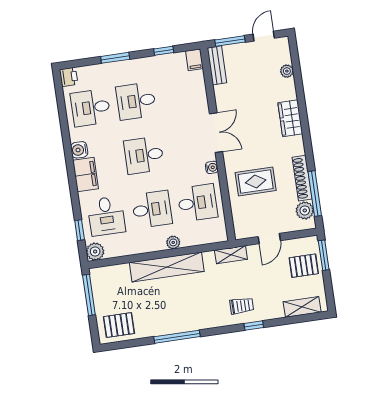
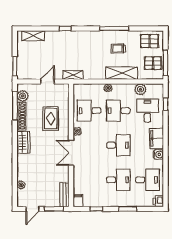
wardrobe: (290, 118) -> (23, 142), moved
rug: (256, 181) -> (51, 119), turned 90
plant: (95, 252) -> (140, 89), moved
pallet: (304, 266) -> (153, 63), moved
shelving: (167, 267) -> (122, 73), width x0.68
trolley: (242, 306) -> (118, 49), moved

